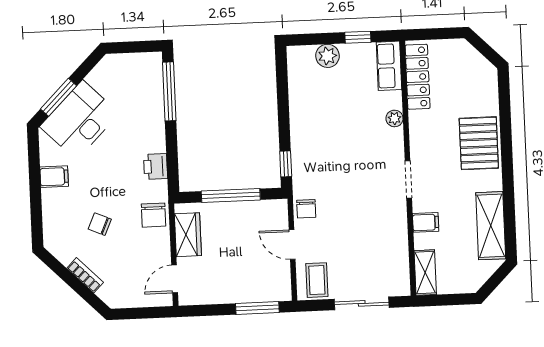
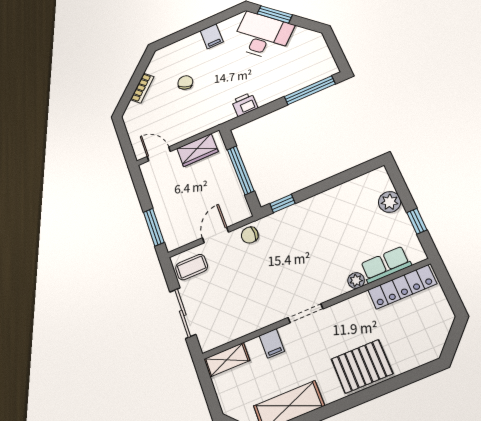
row of seats: (389, 66) -> (386, 265), moved
chair: (154, 215) -> (205, 118), removed

